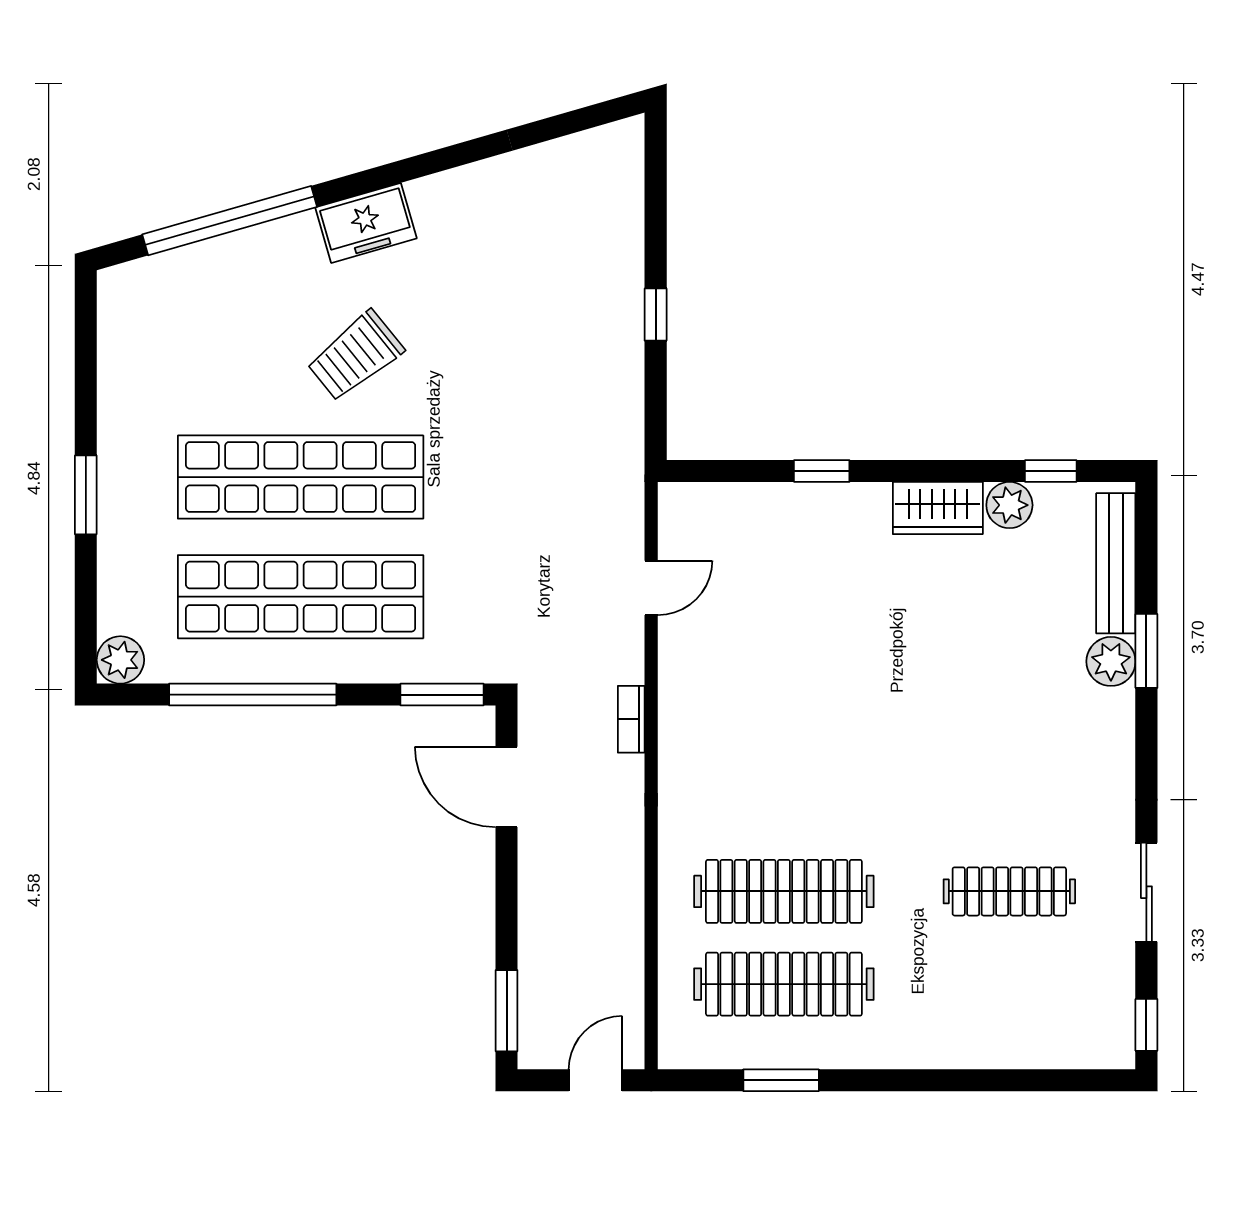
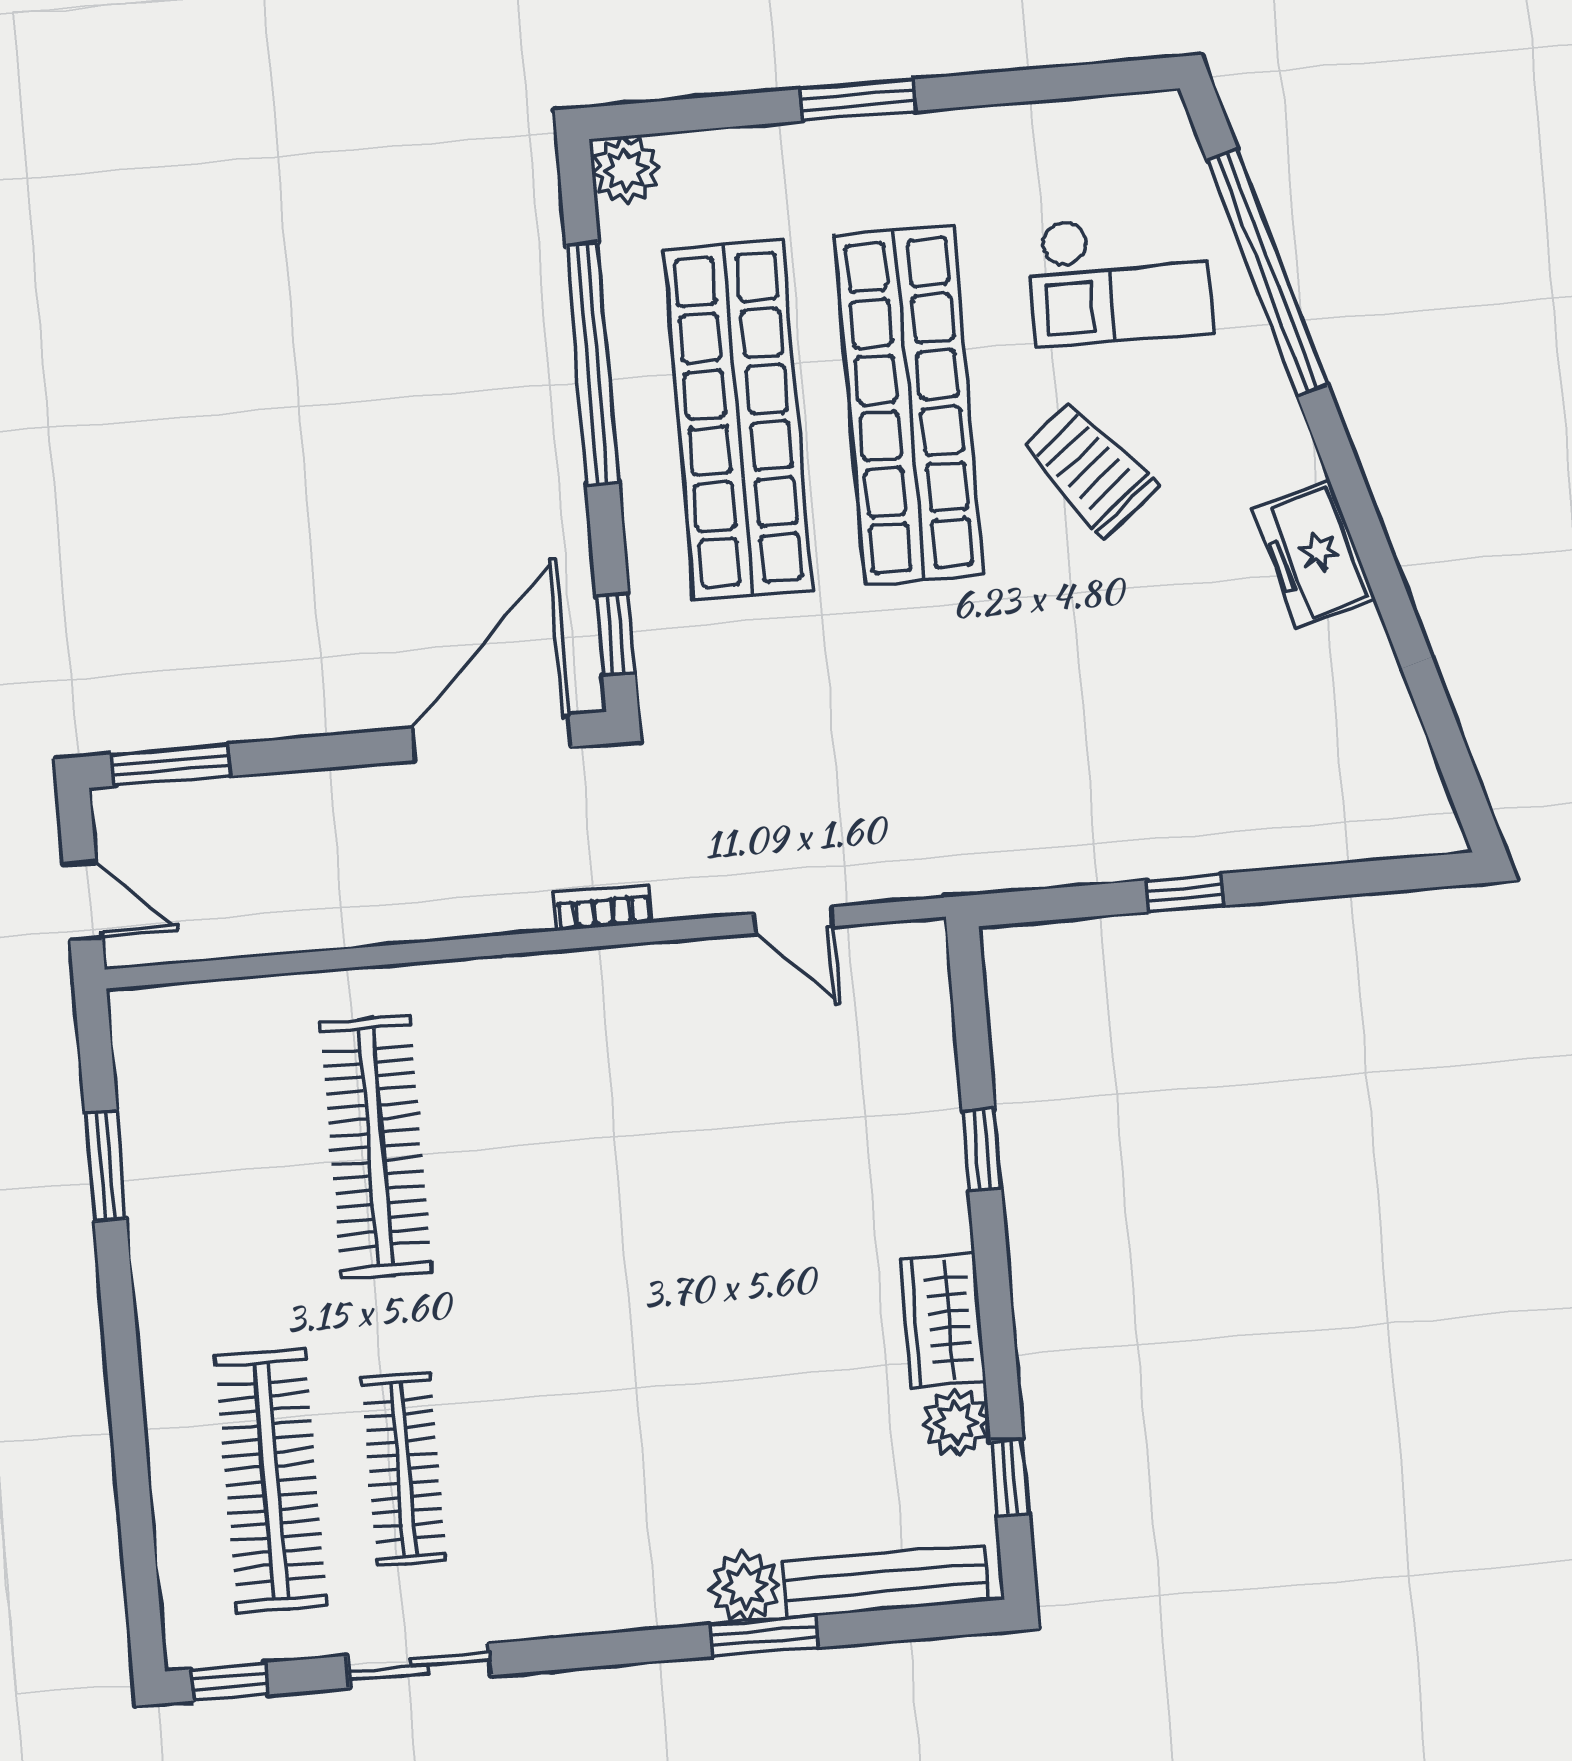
freezer: (366, 223) -> (1314, 554), moved
checkout: (225, 324) -> (1119, 279), added
window: (442, 695) -> (616, 634), width x0.67
door: (507, 787) -> (491, 738), width x1.36
clothes rail: (784, 984) -> (271, 1481), moved

